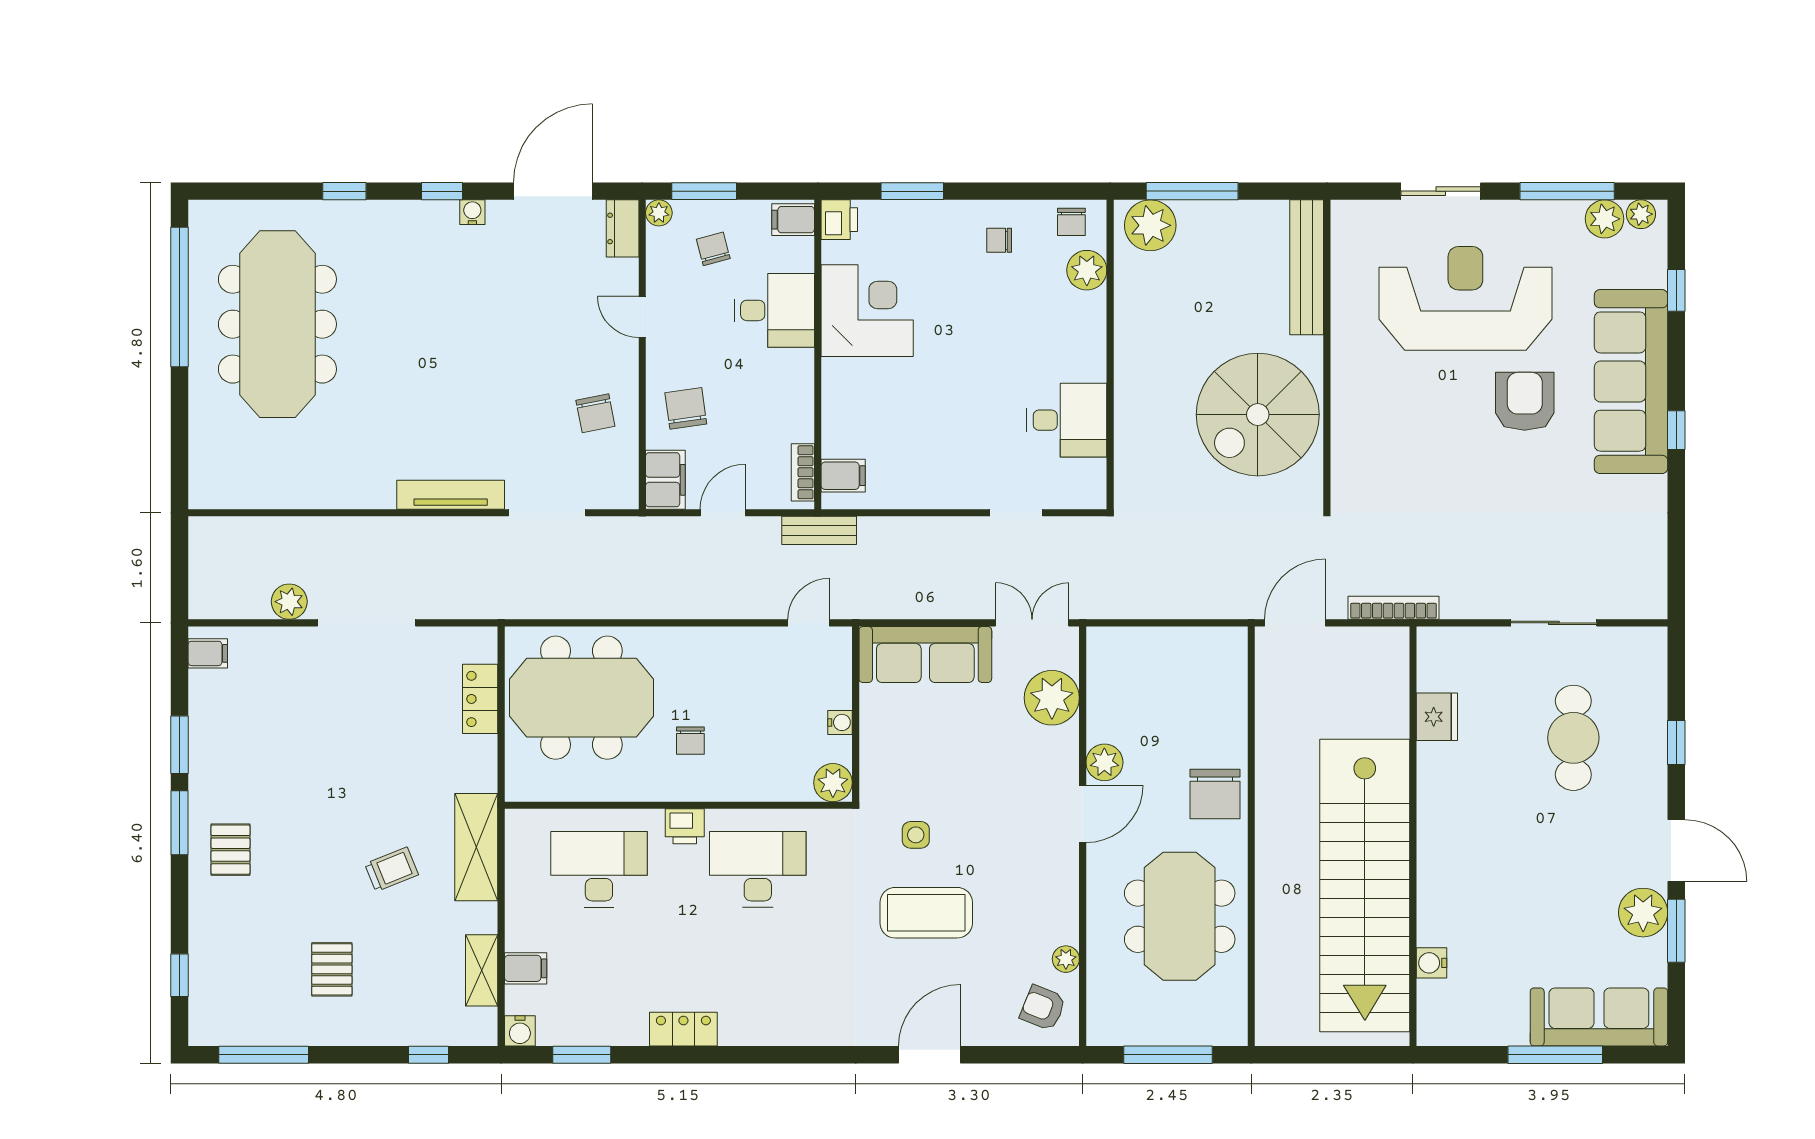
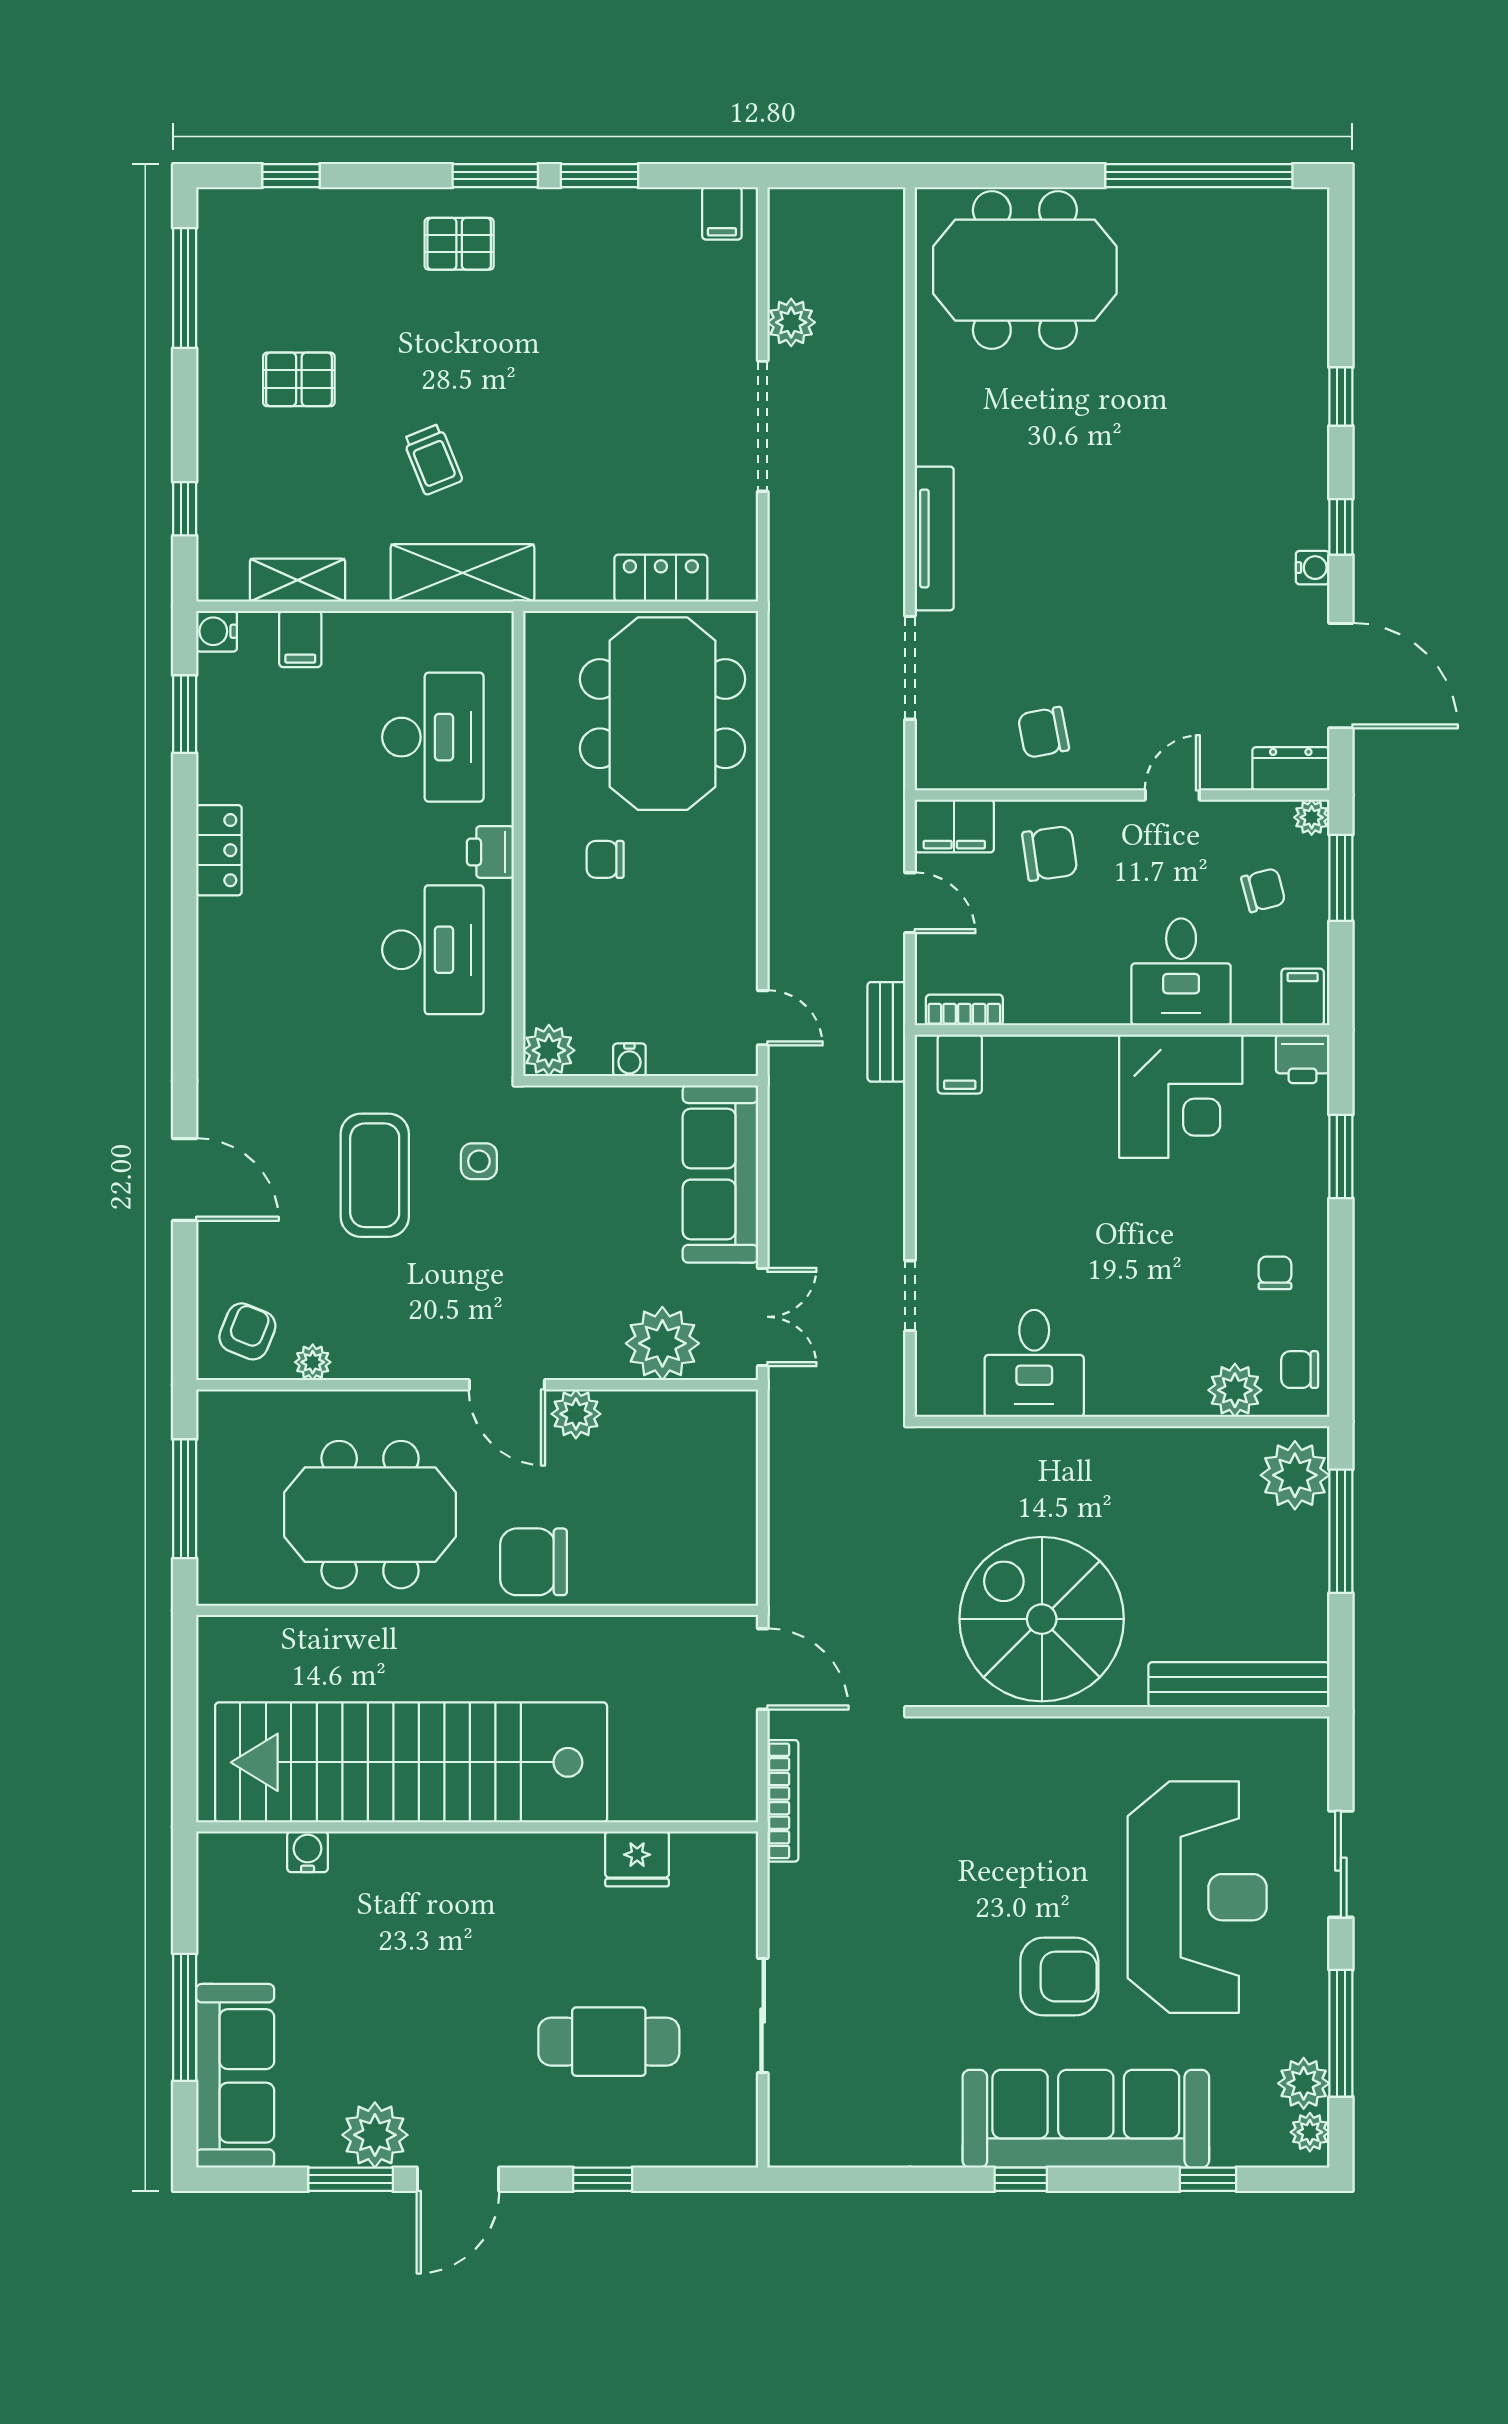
meeting table: (277, 324) -> (1025, 270), moved, width x0.73

